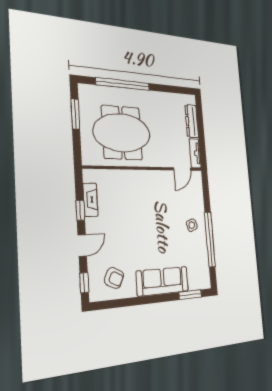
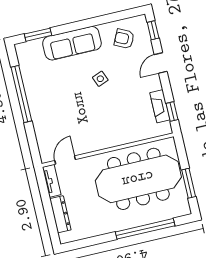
meeting table: (122, 133) -> (138, 179), width x1.36
window: (80, 210) -> (172, 112), moved
side table: (192, 225) -> (100, 79), moved

